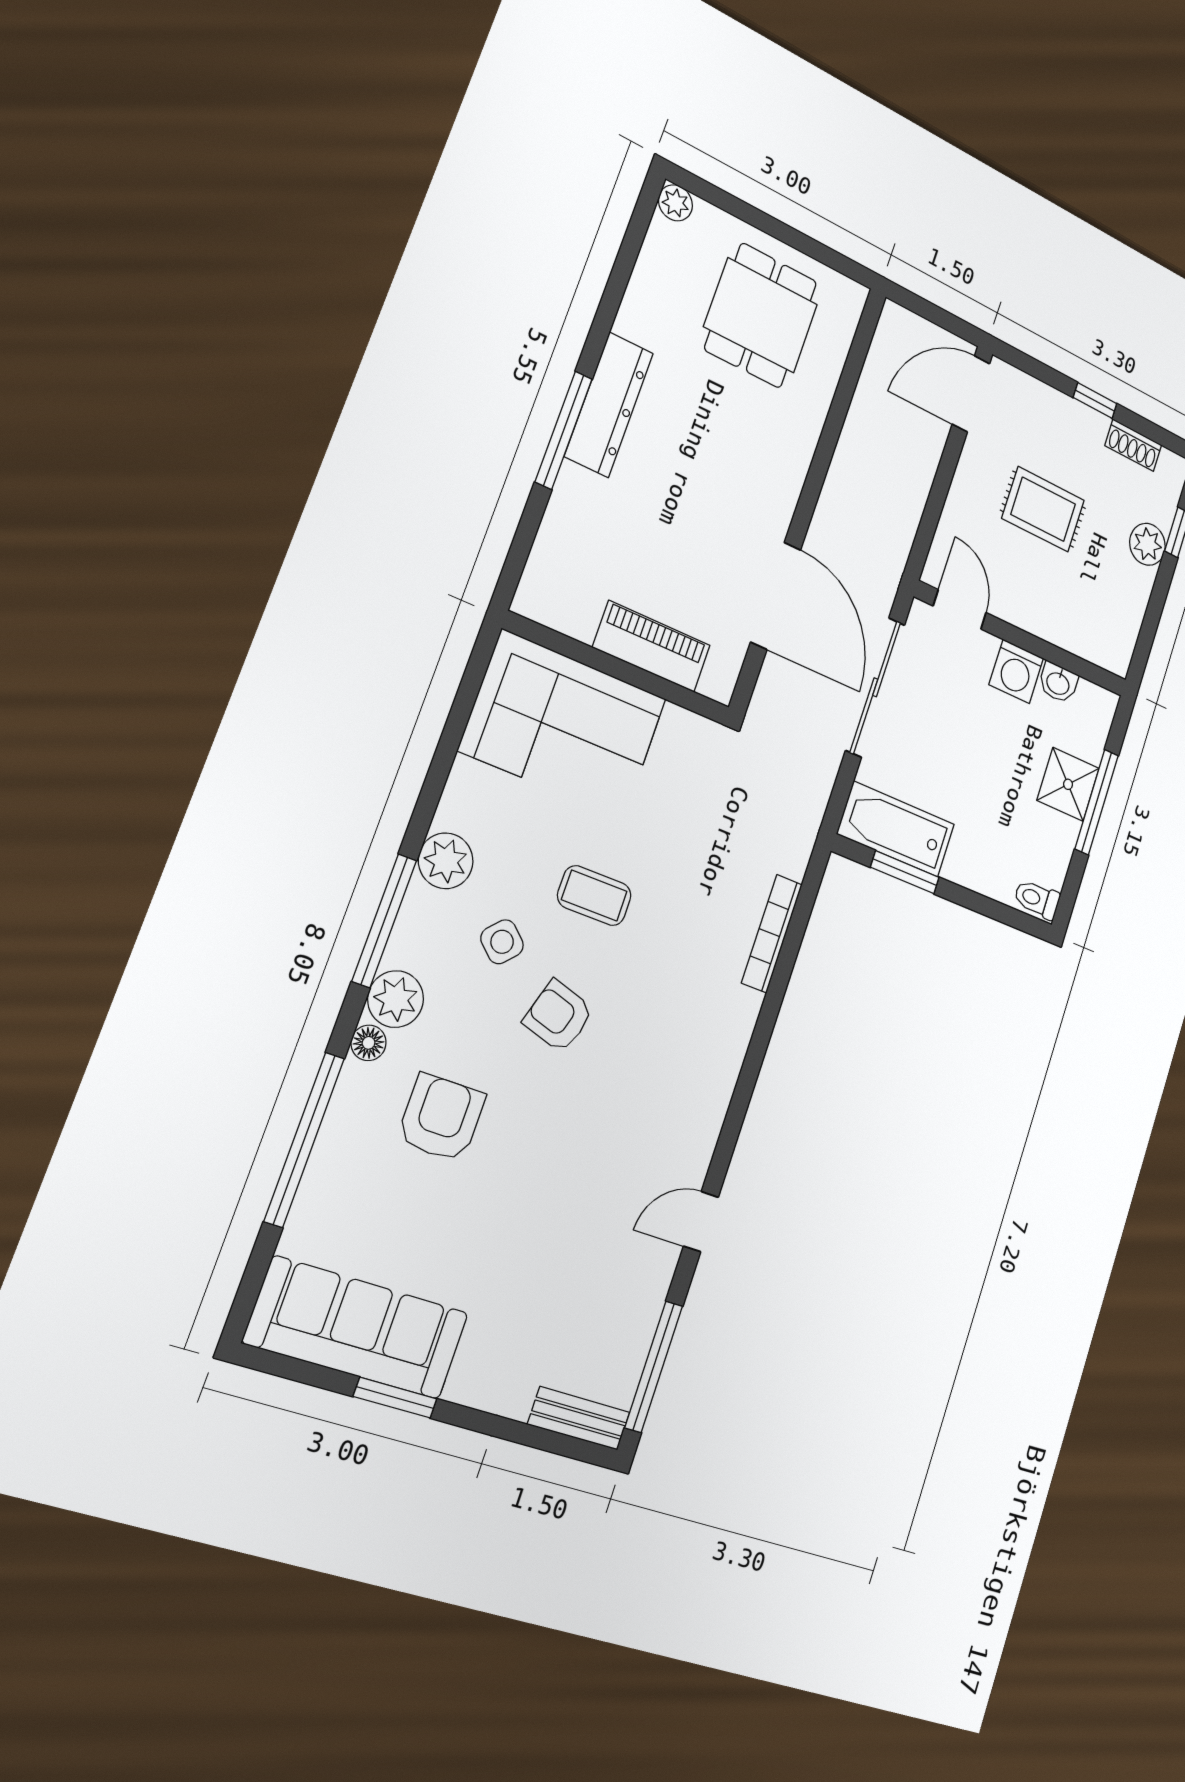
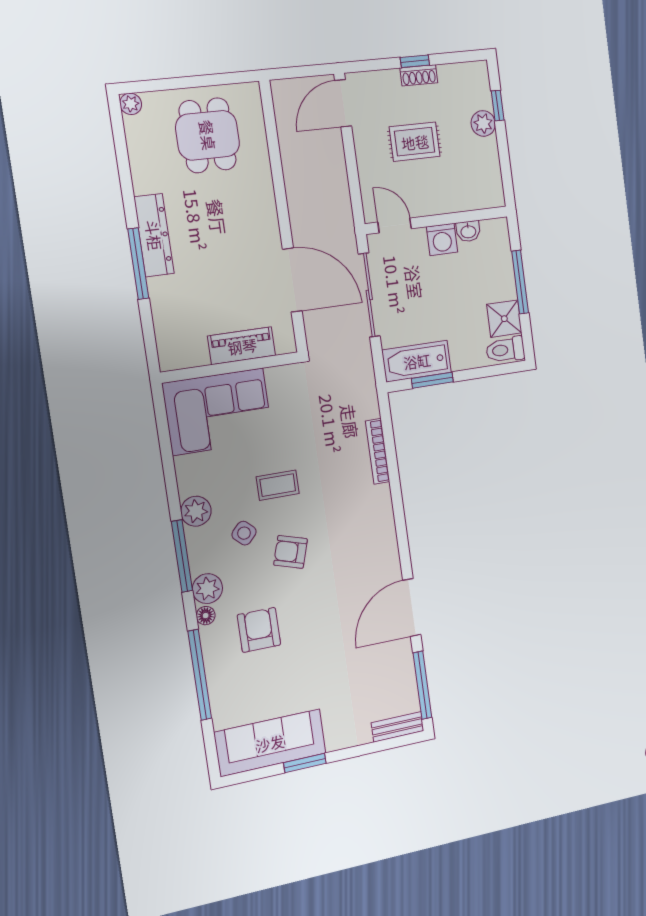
shoe rack: (1133, 445) -> (419, 75), moved
shower: (1068, 784) -> (504, 319), moved
toilet: (1037, 899) -> (505, 350), width x1.37, depth x1.39
door: (701, 1222) -> (412, 607), width x1.88

